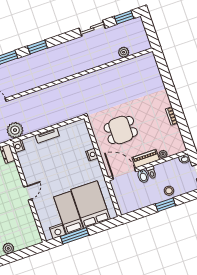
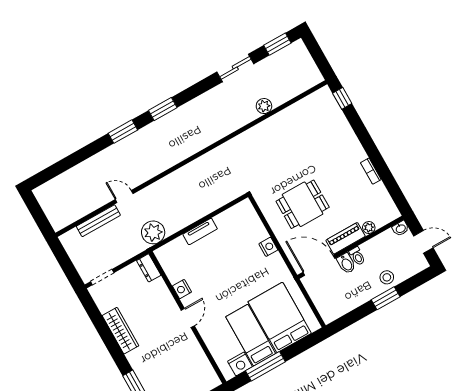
plant: (124, 52) -> (264, 106), moved
window: (161, 63) -> (342, 98), added
nightstand: (18, 146) -> (182, 289), moved

